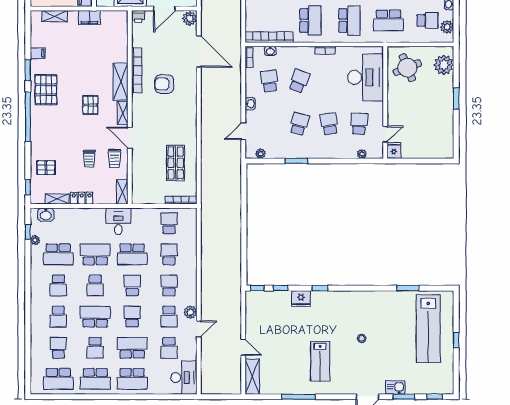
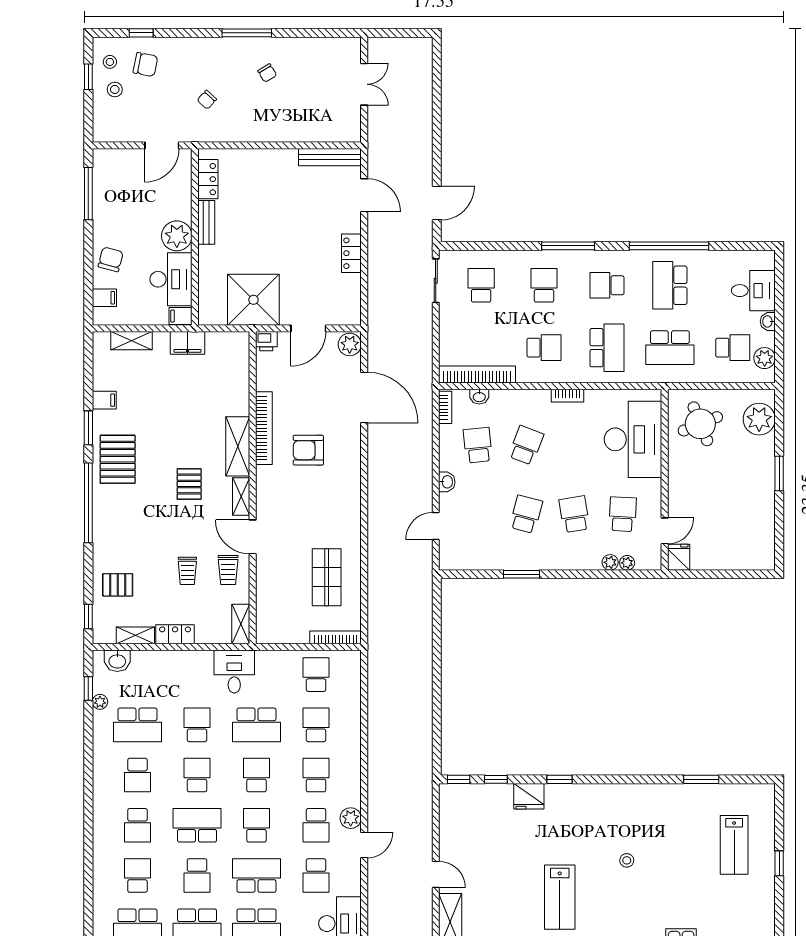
school desk: (310, 20) -> (544, 348), width x0.54
plant: (261, 154) -> (610, 562), moved
school desk: (95, 254) -> (197, 725), width x0.54
school desk: (95, 285) -> (197, 775), turned 180
lab bench: (428, 329) -> (734, 845), width x0.54, depth x0.72

